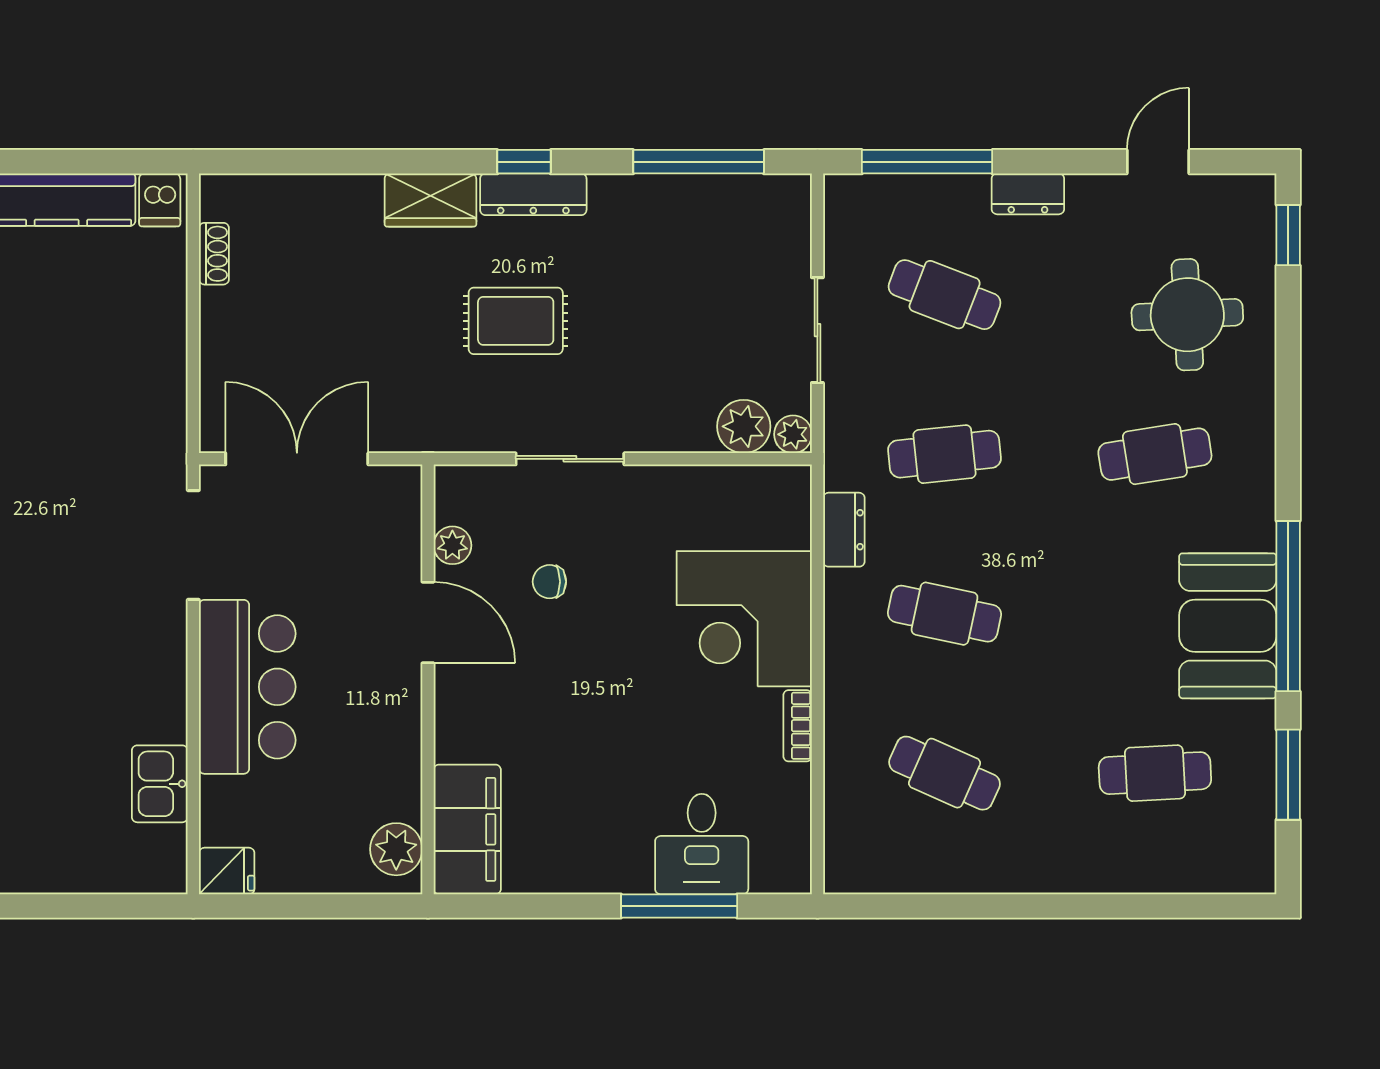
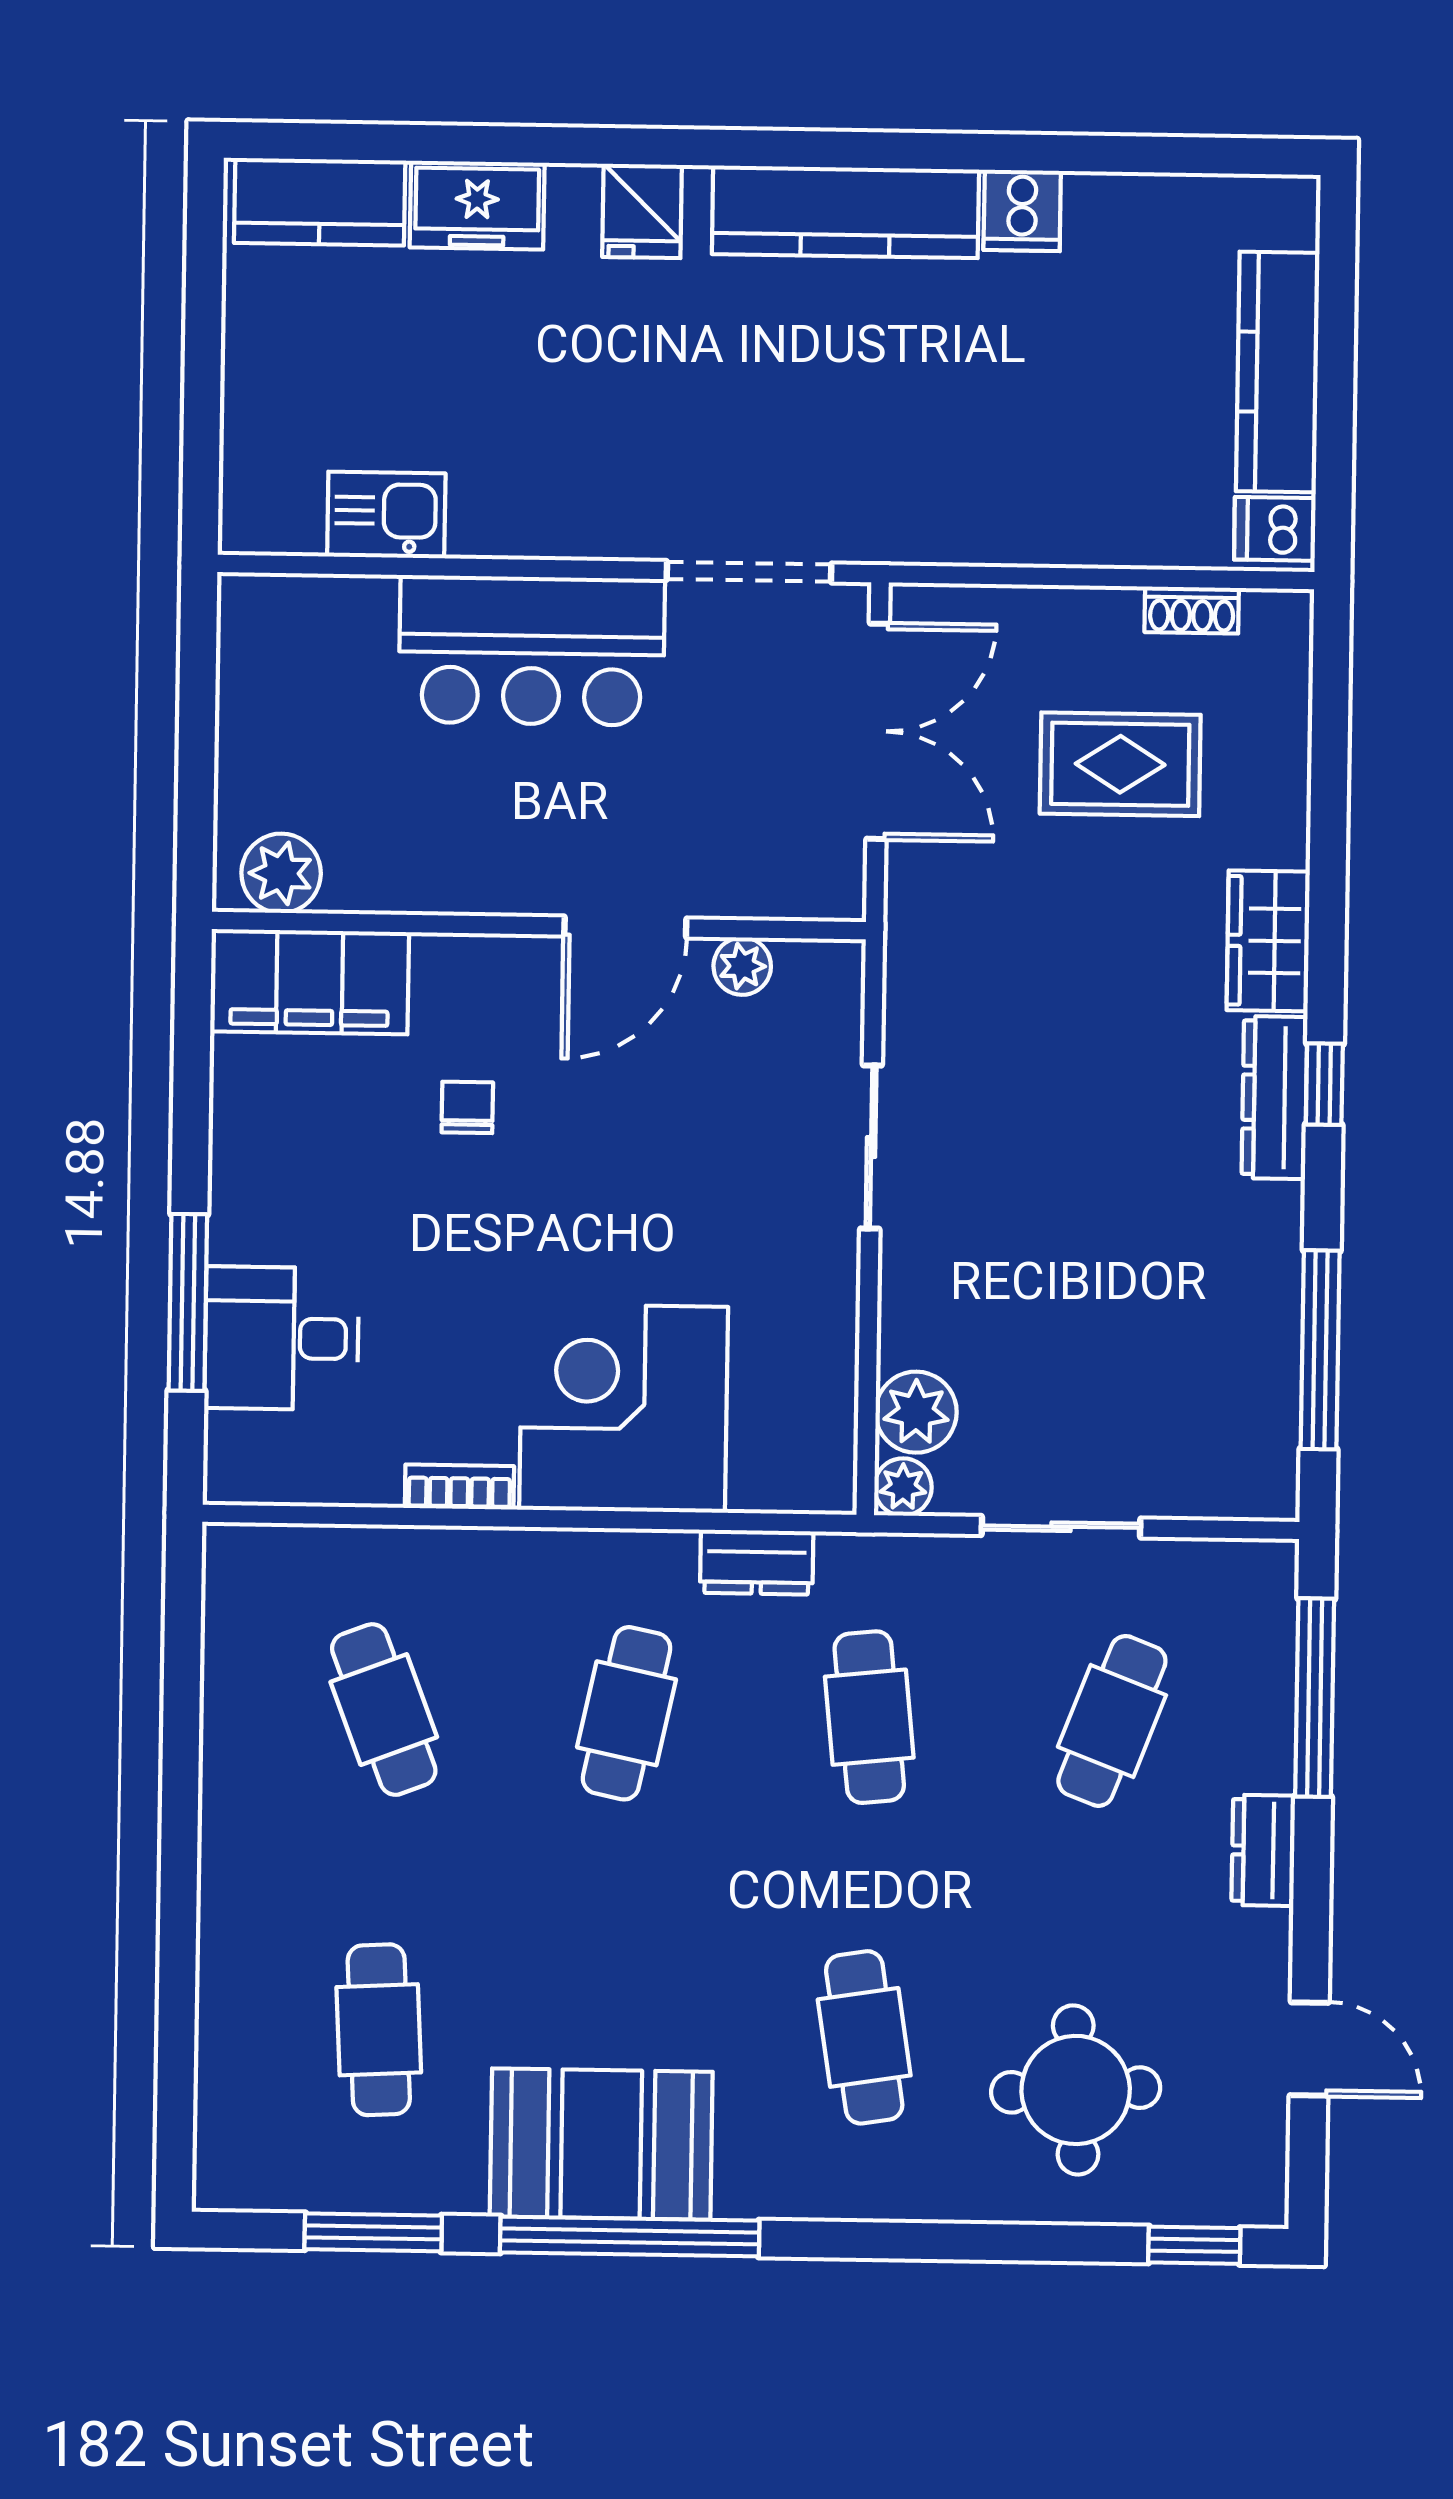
rug: (516, 321) -> (1120, 764), moved, turned 90
chair: (549, 582) -> (467, 1107), moved
cafe table: (945, 773) -> (384, 1710), turned -45
fridge: (227, 871) -> (252, 615), removed

